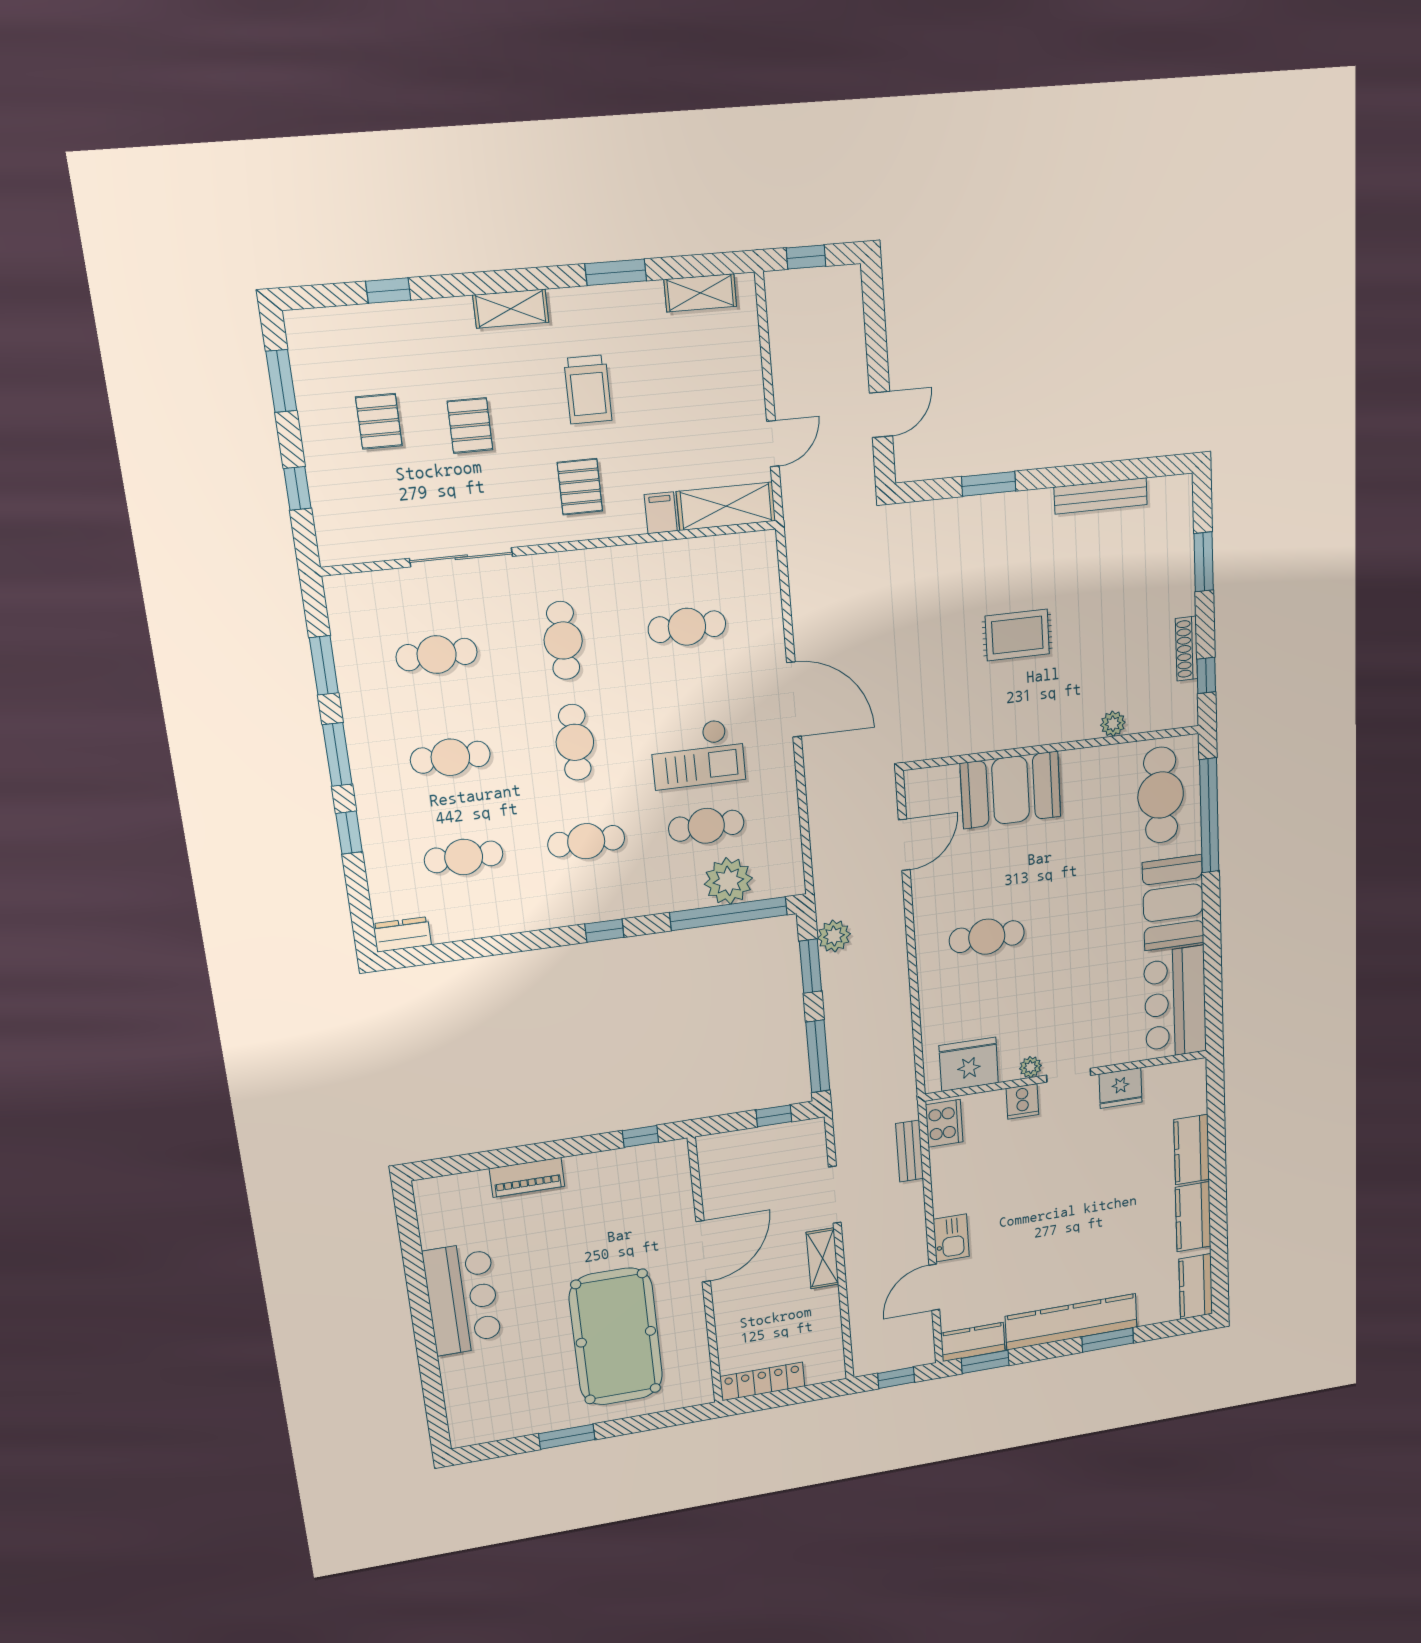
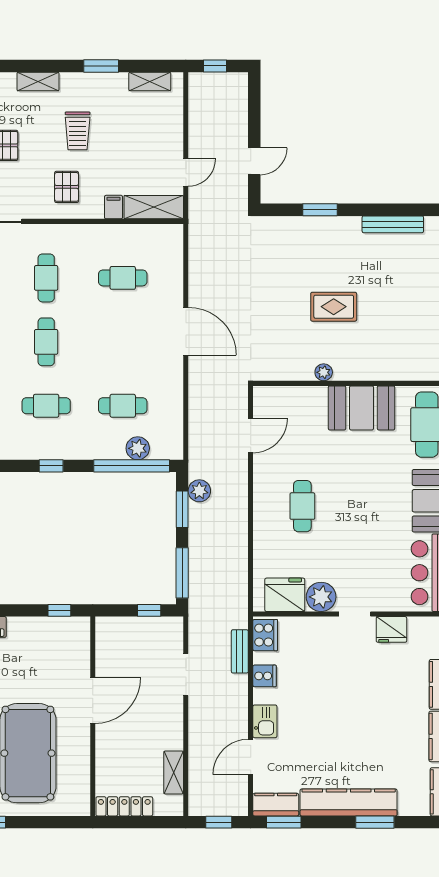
plant: (1113, 724) -> (324, 372), moved
checkout: (698, 754) -> (122, 359), removed
booth: (1011, 790) -> (362, 408), moved
plant: (728, 881) -> (138, 448), width x0.73, depth x0.73
cafe table: (987, 937) -> (302, 506), turned 90
plant: (1030, 1067) -> (321, 597), width x1.88, depth x1.88
cooker: (1022, 1101) -> (265, 676), moved, turned -90
shelving: (822, 1258) -> (174, 772), moved

